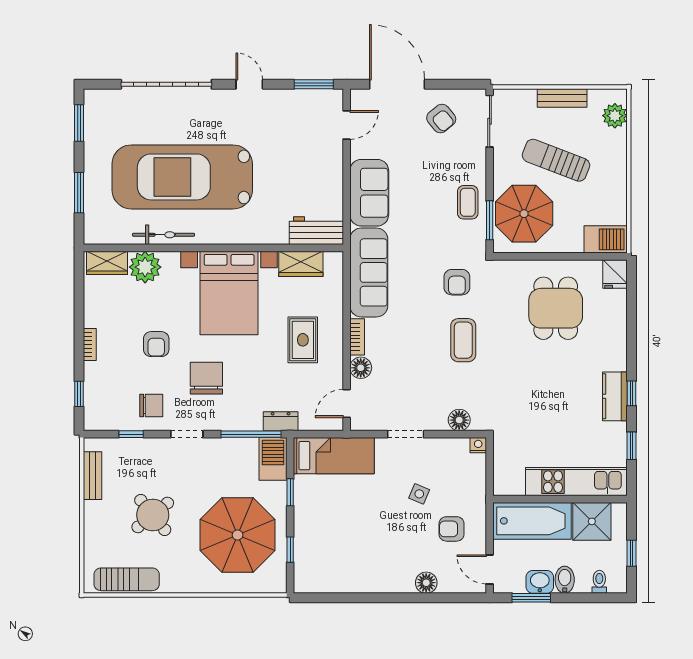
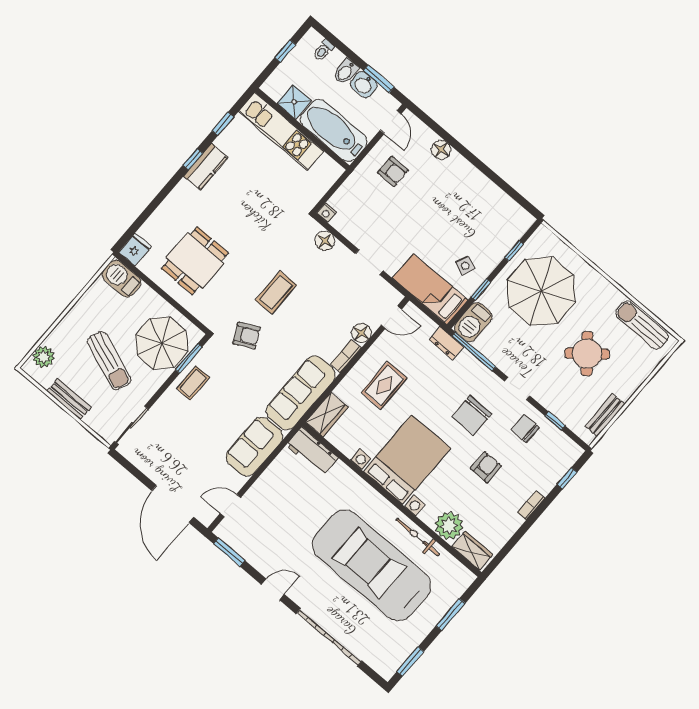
door: (249, 84) -> (273, 589), swing flipped
armchair: (441, 118) -> (163, 455), removed
car: (182, 177) -> (372, 565), turned 180
wardrobe: (301, 264) -> (327, 415), moved, turned 90
armchair: (457, 282) -> (247, 335), turned 63
side table: (419, 494) -> (465, 266), moved
shower: (592, 521) -> (294, 102), width x0.73, depth x0.73

